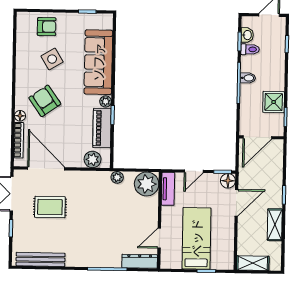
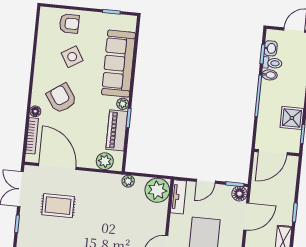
bidet: (248, 78) -> (270, 75), moved

